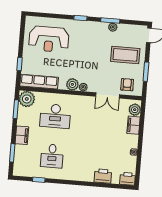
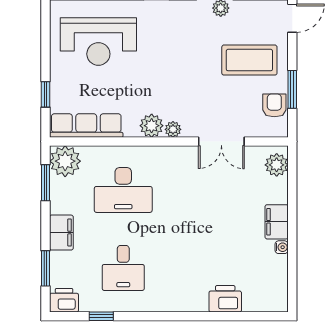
armchair: (127, 85) -> (274, 105), moved
filing cabinet: (133, 125) -> (277, 222), moved
printer: (128, 179) -> (64, 300), moved

